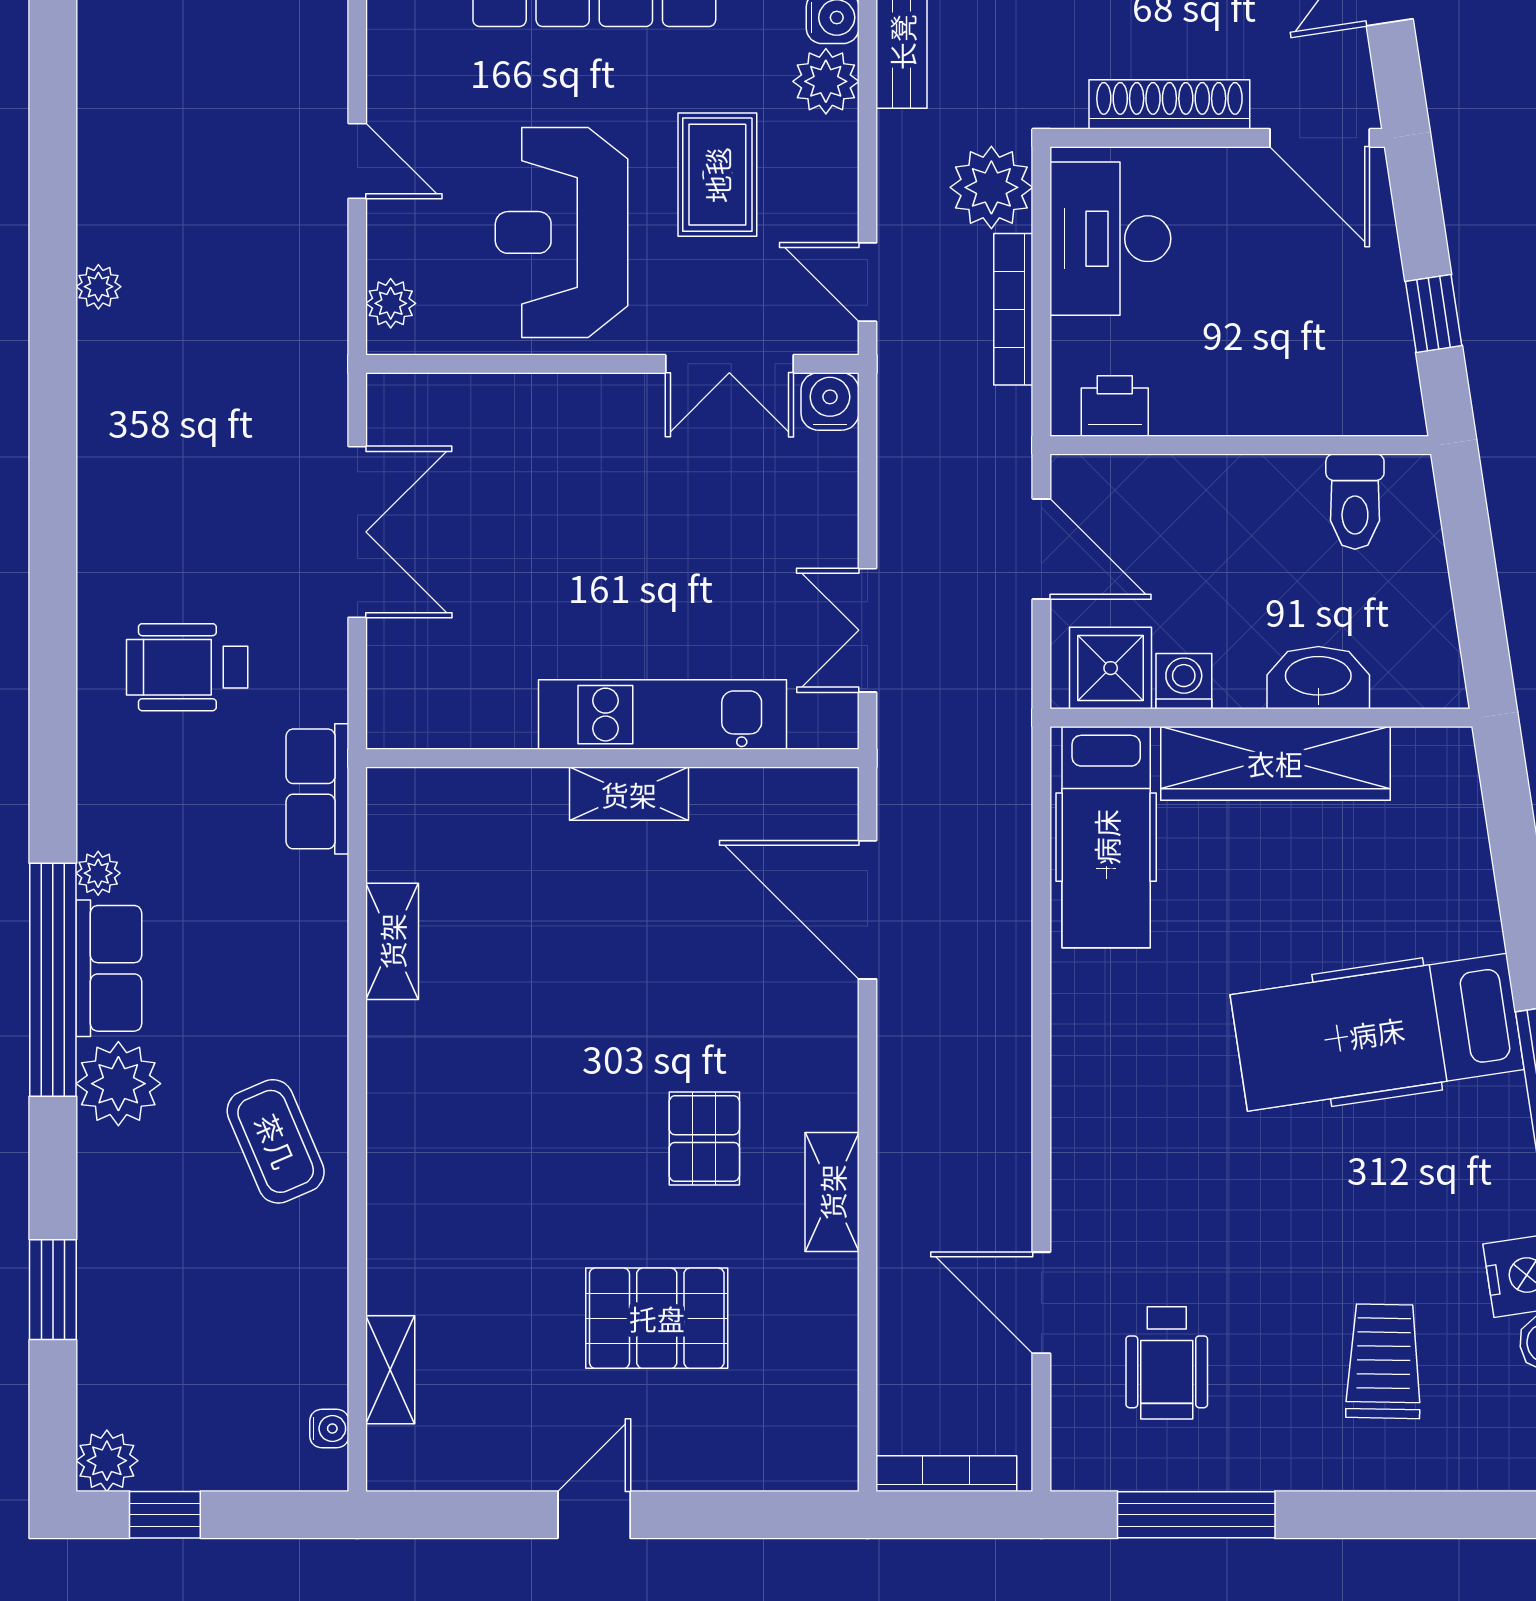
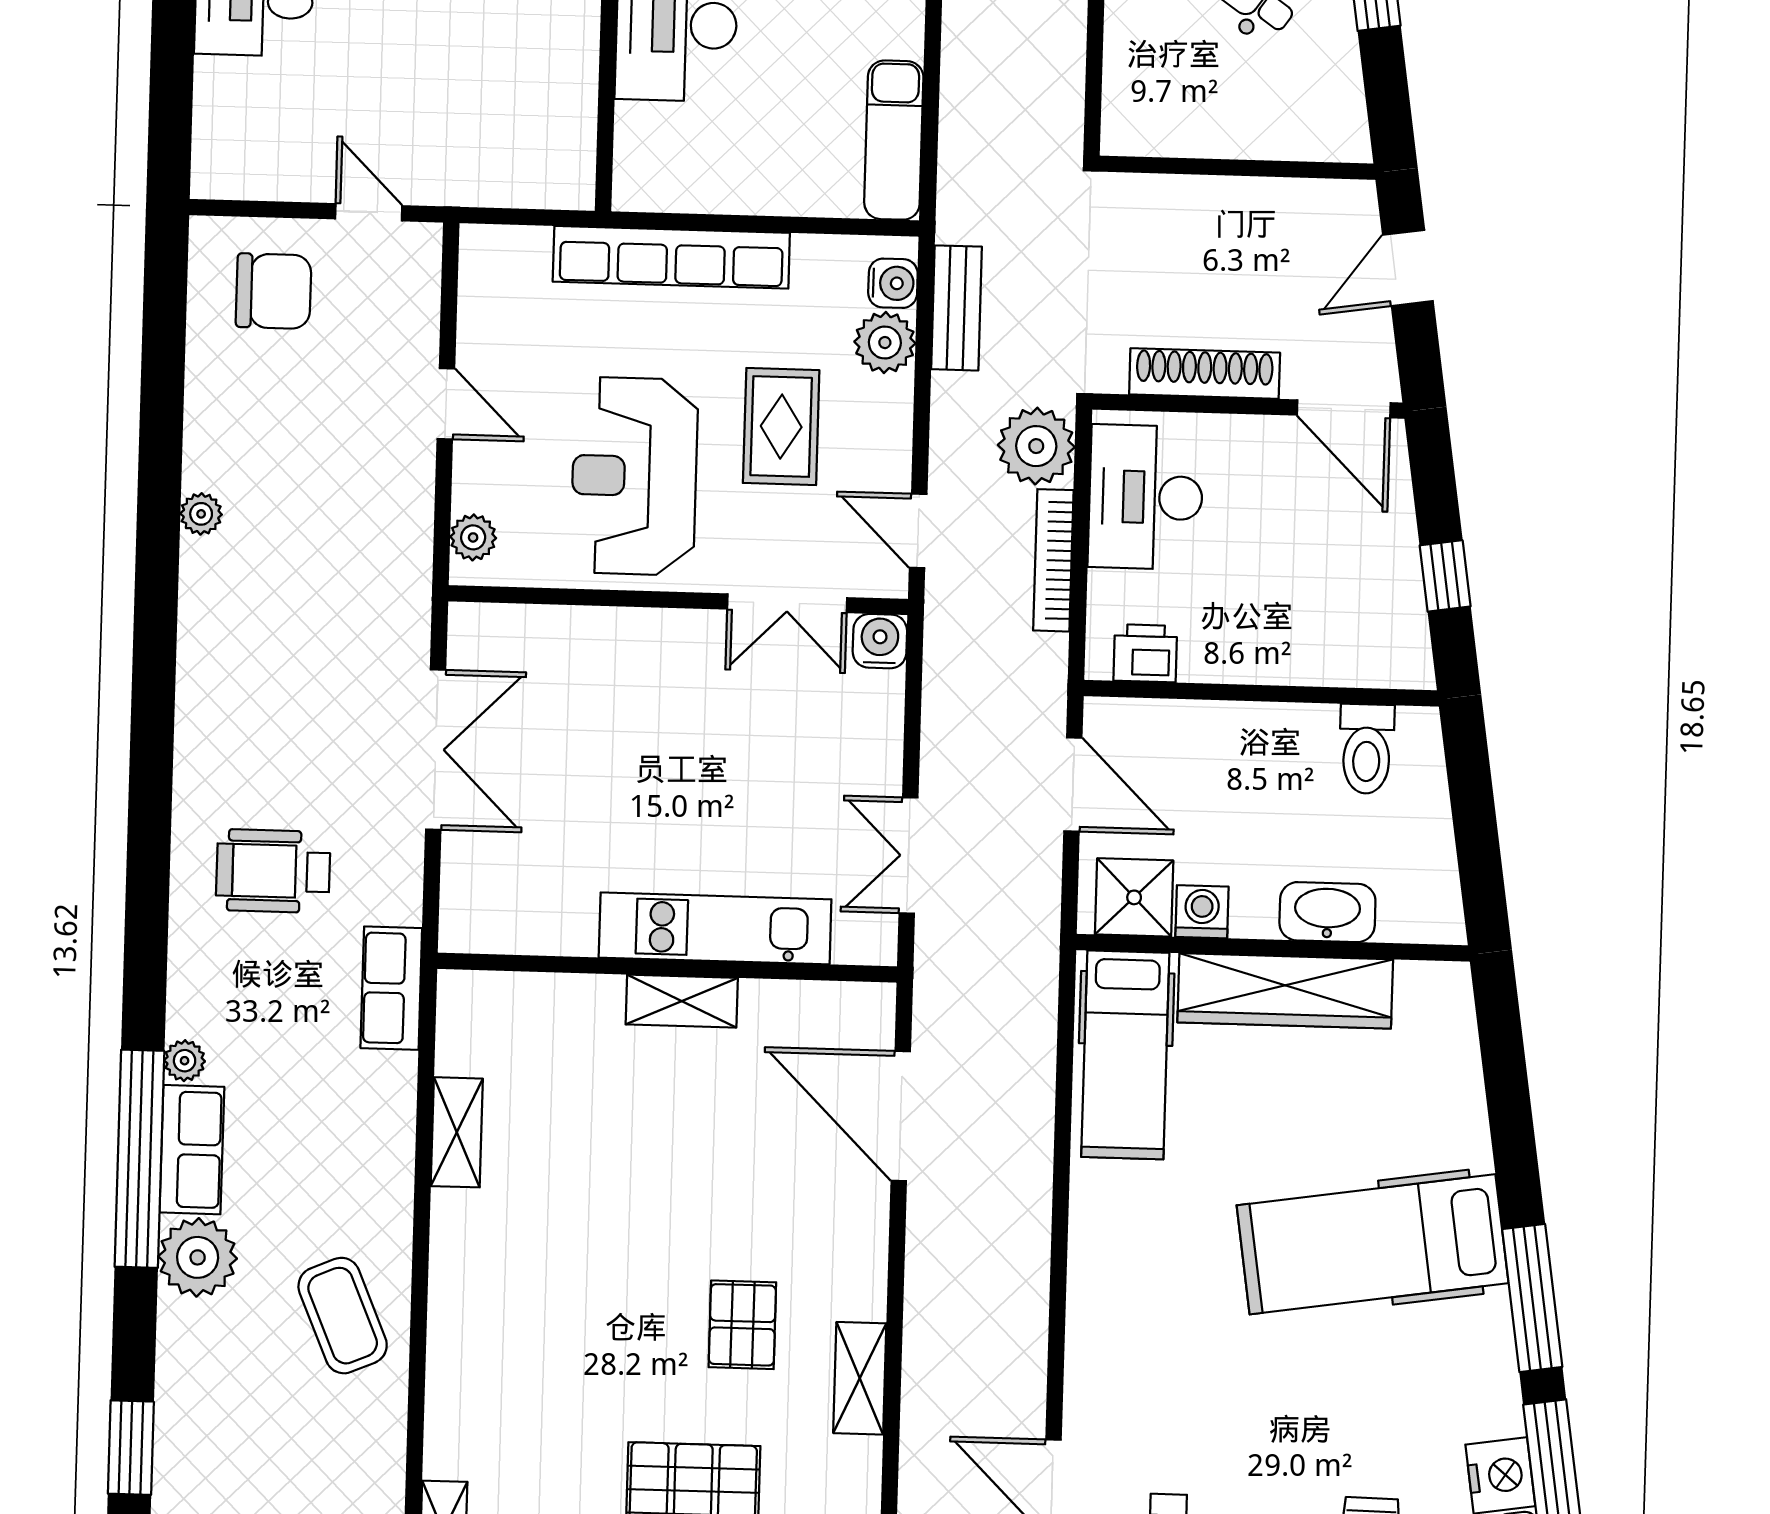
chair: (169, 46) -> (274, 291), added

